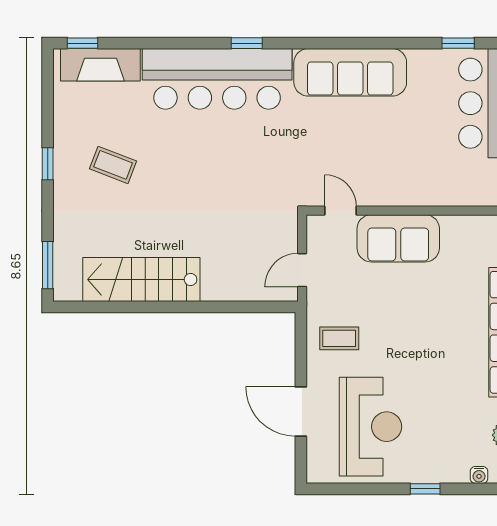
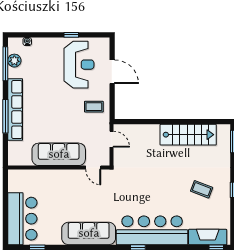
sofa: (398, 238) -> (59, 154), width x1.36
door: (302, 270) -> (112, 139), hinge flipped
reception desk: (370, 427) -> (79, 65), turned 180
window: (425, 489) -> (71, 35), moved

